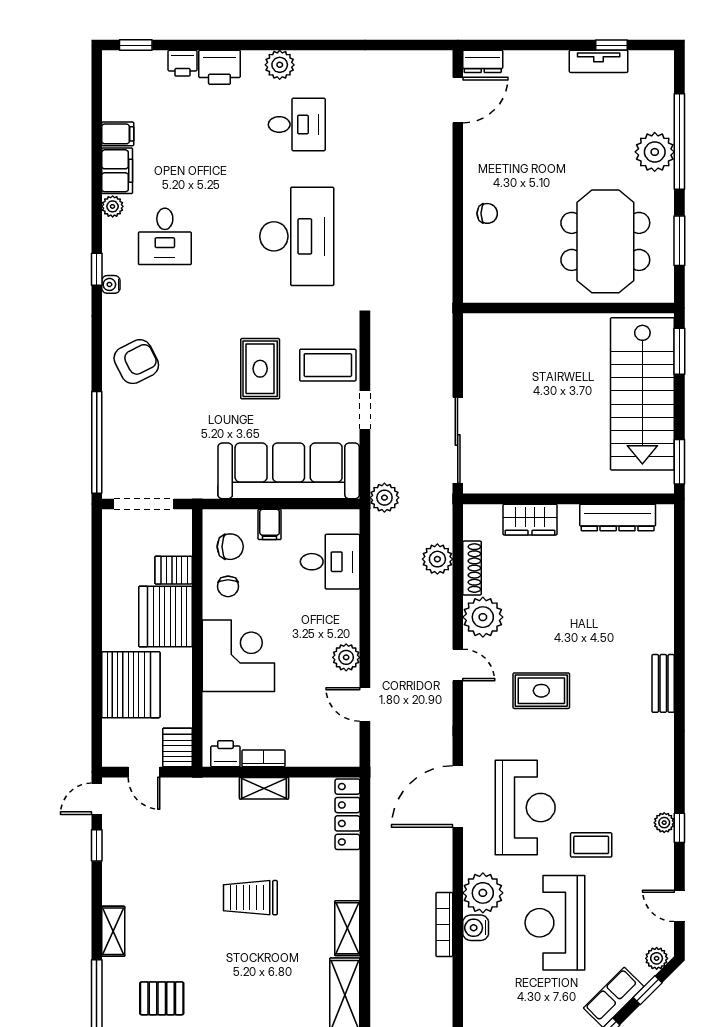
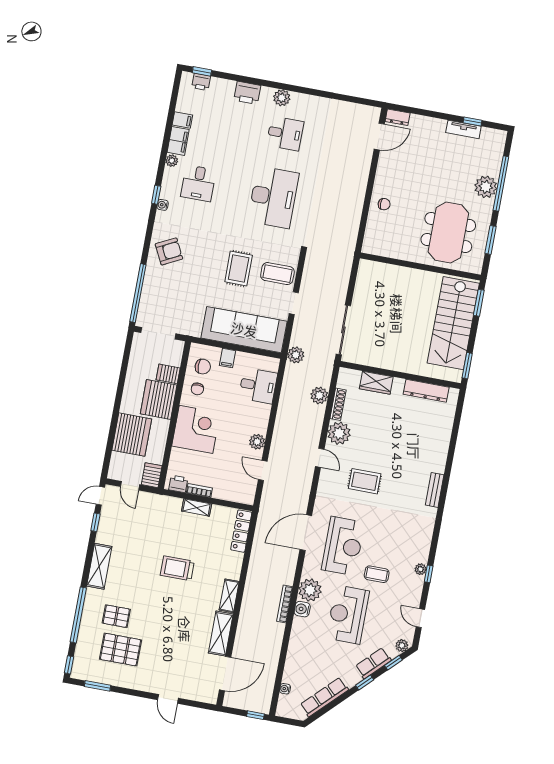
printer: (182, 63) -> (201, 82), moved
shelving: (113, 931) -> (99, 566), width x1.50, depth x1.33

